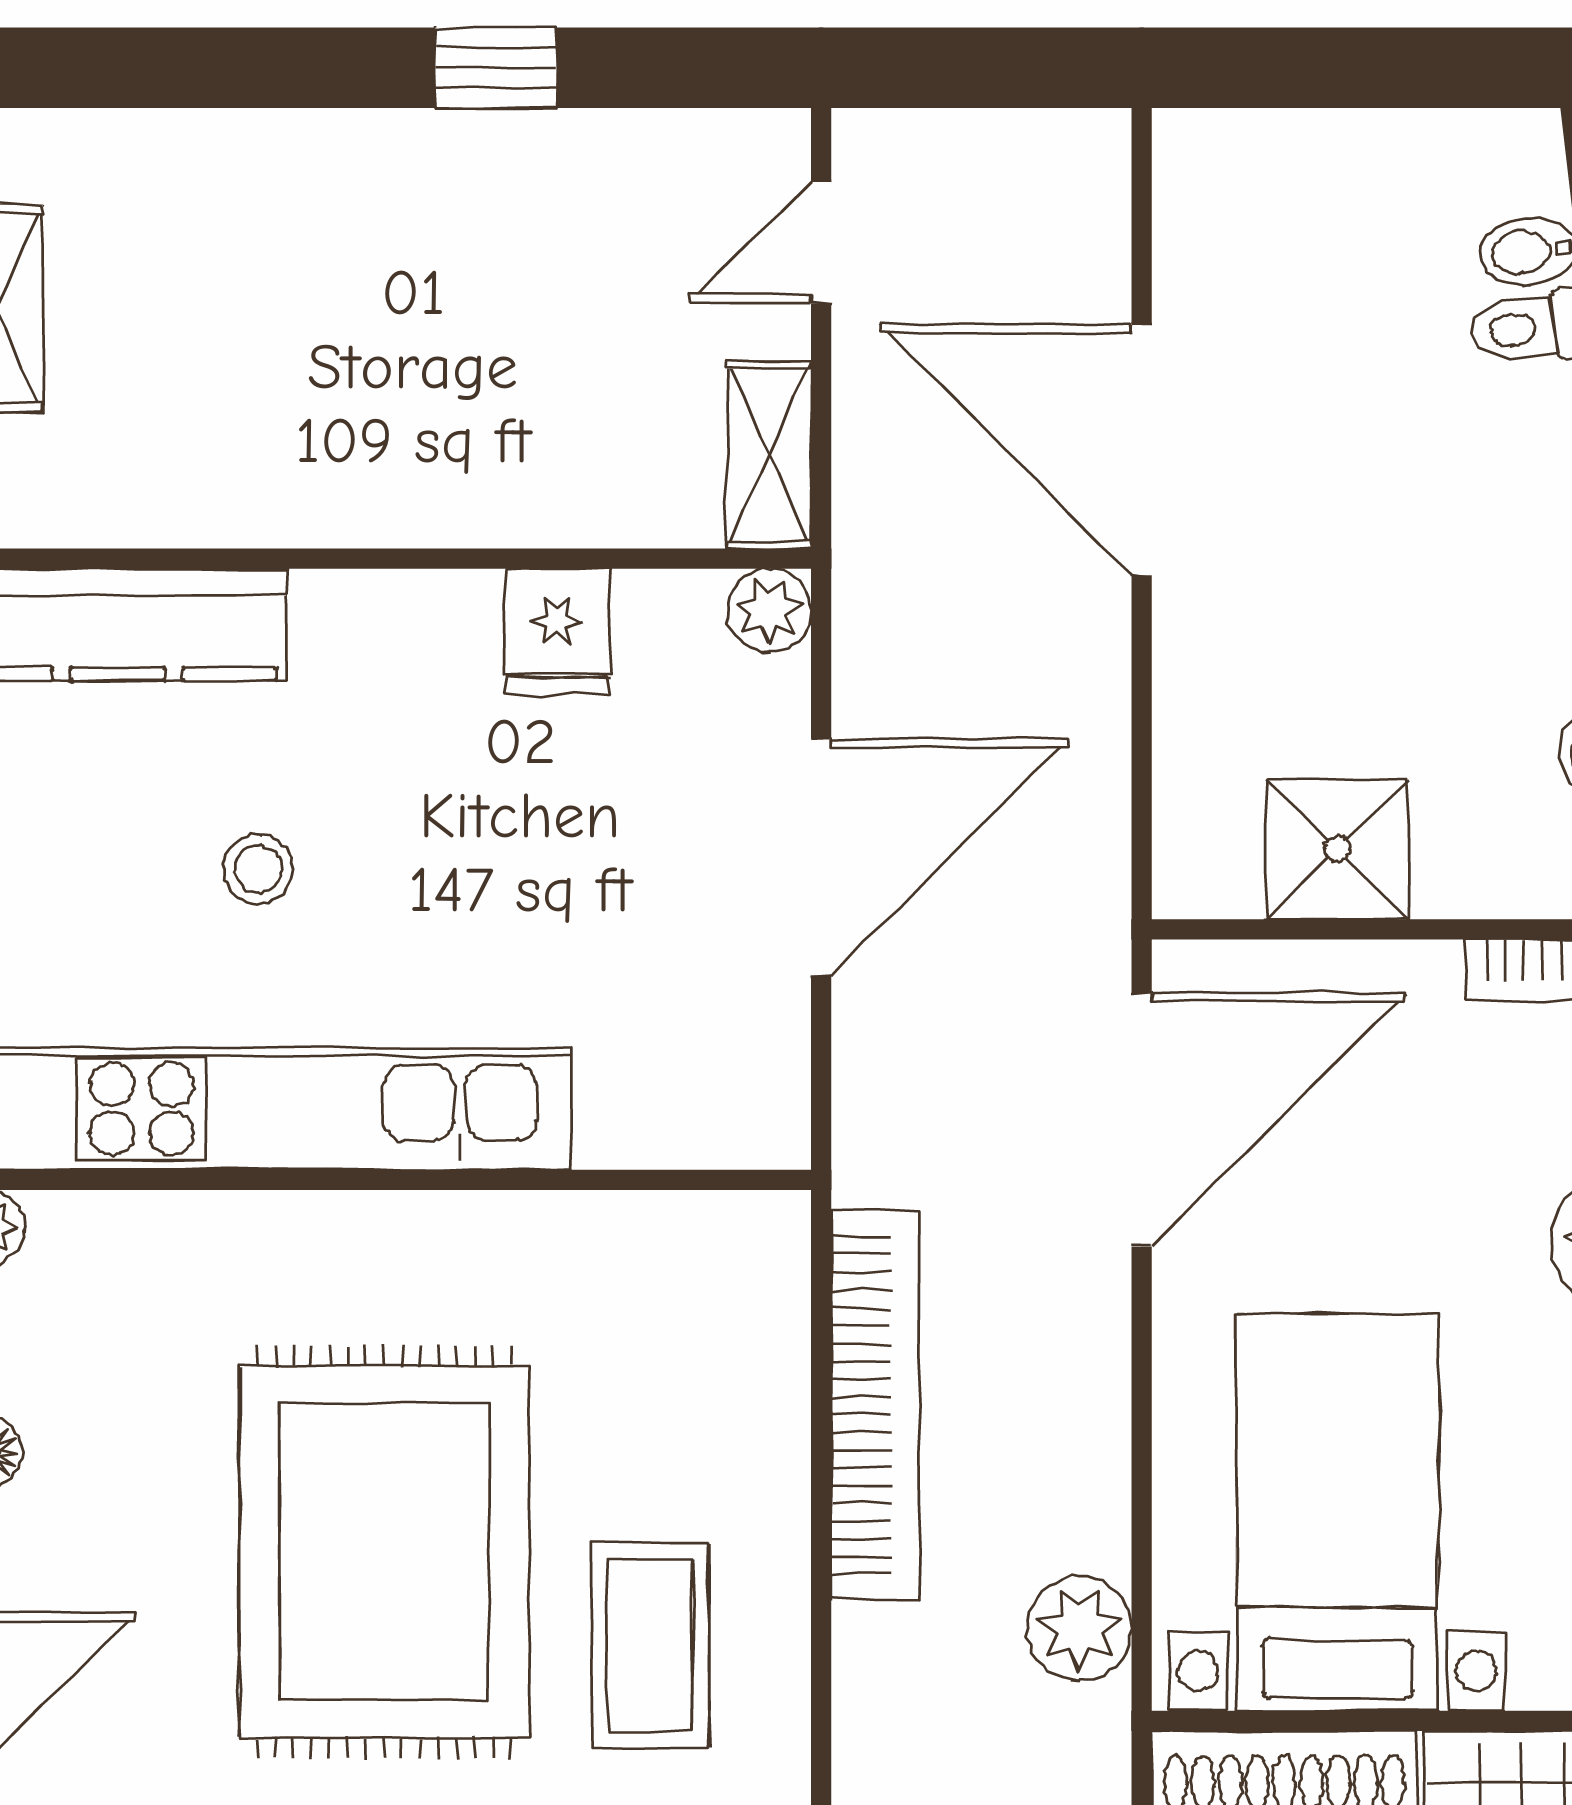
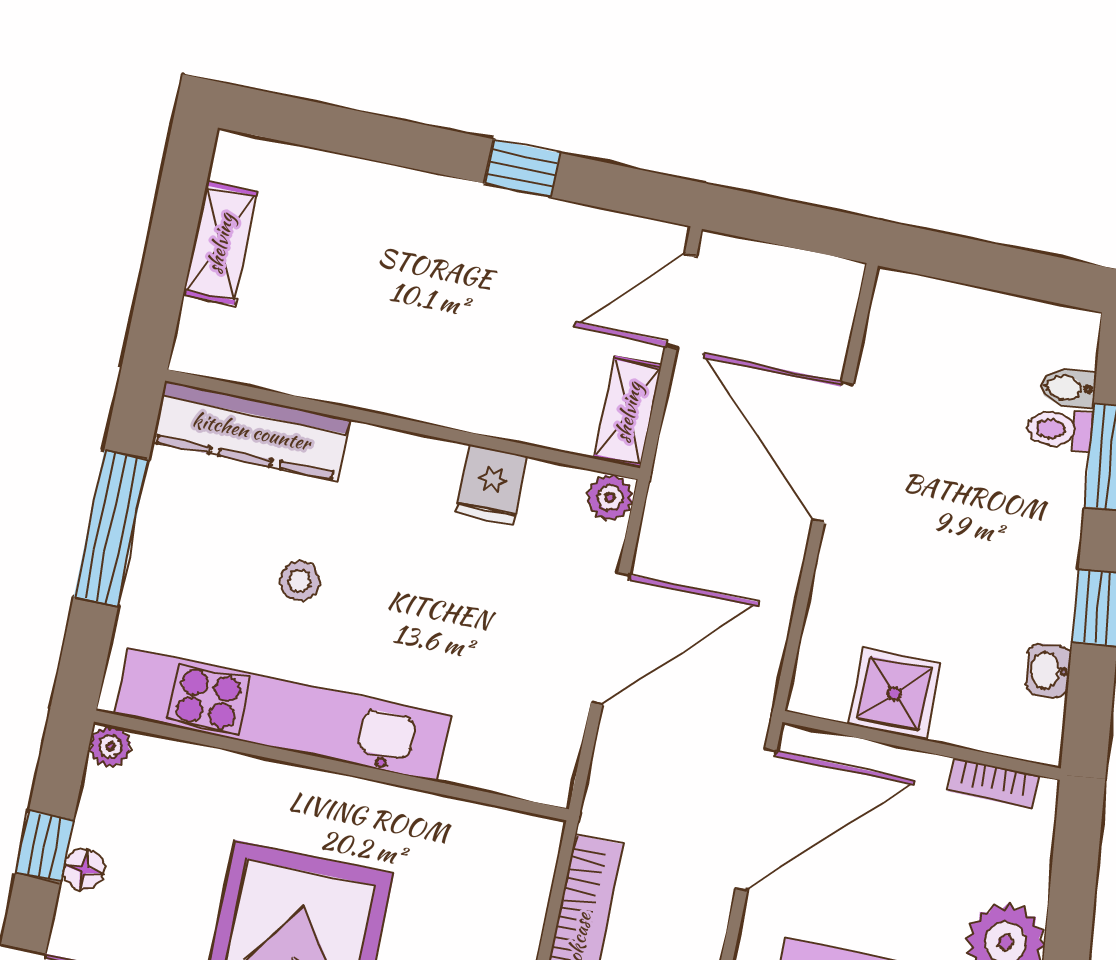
door: (821, 243) -> (681, 301), width x1.38

